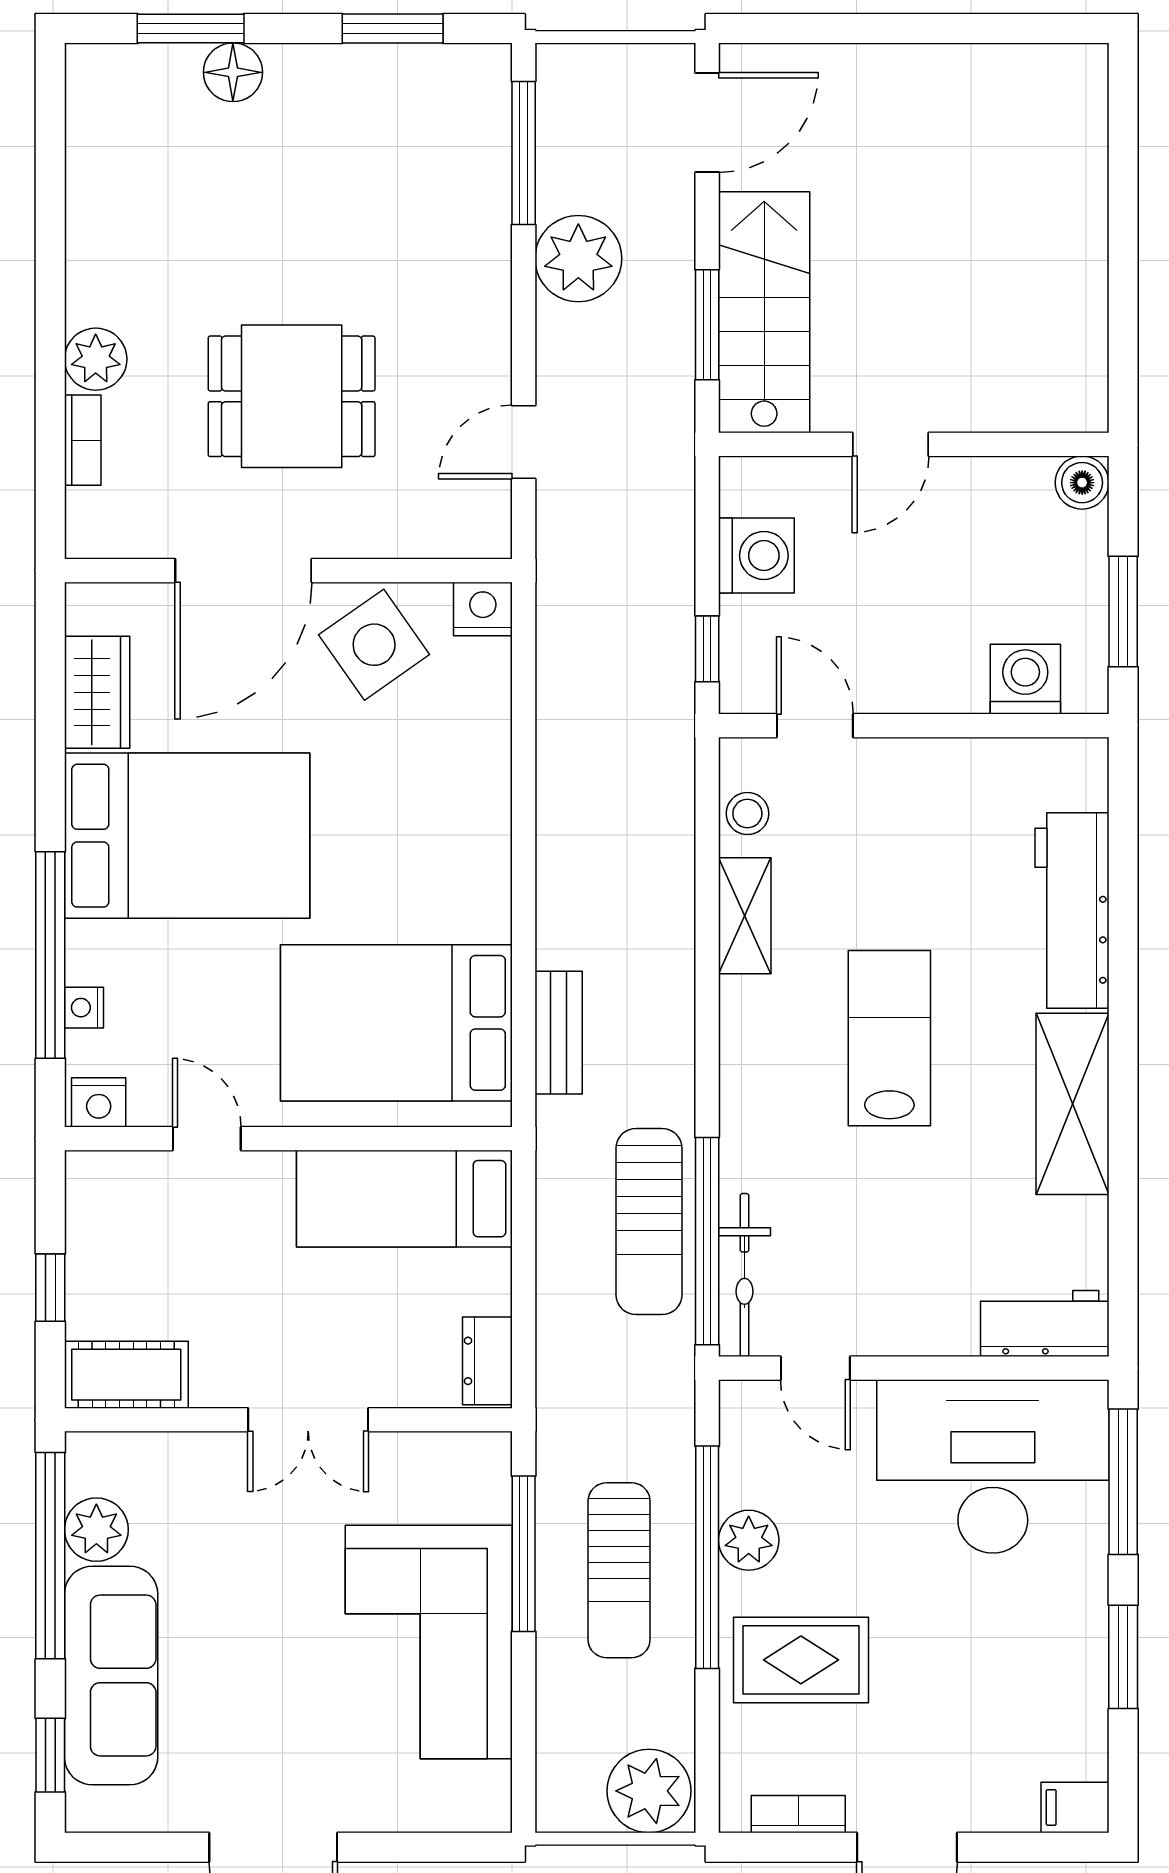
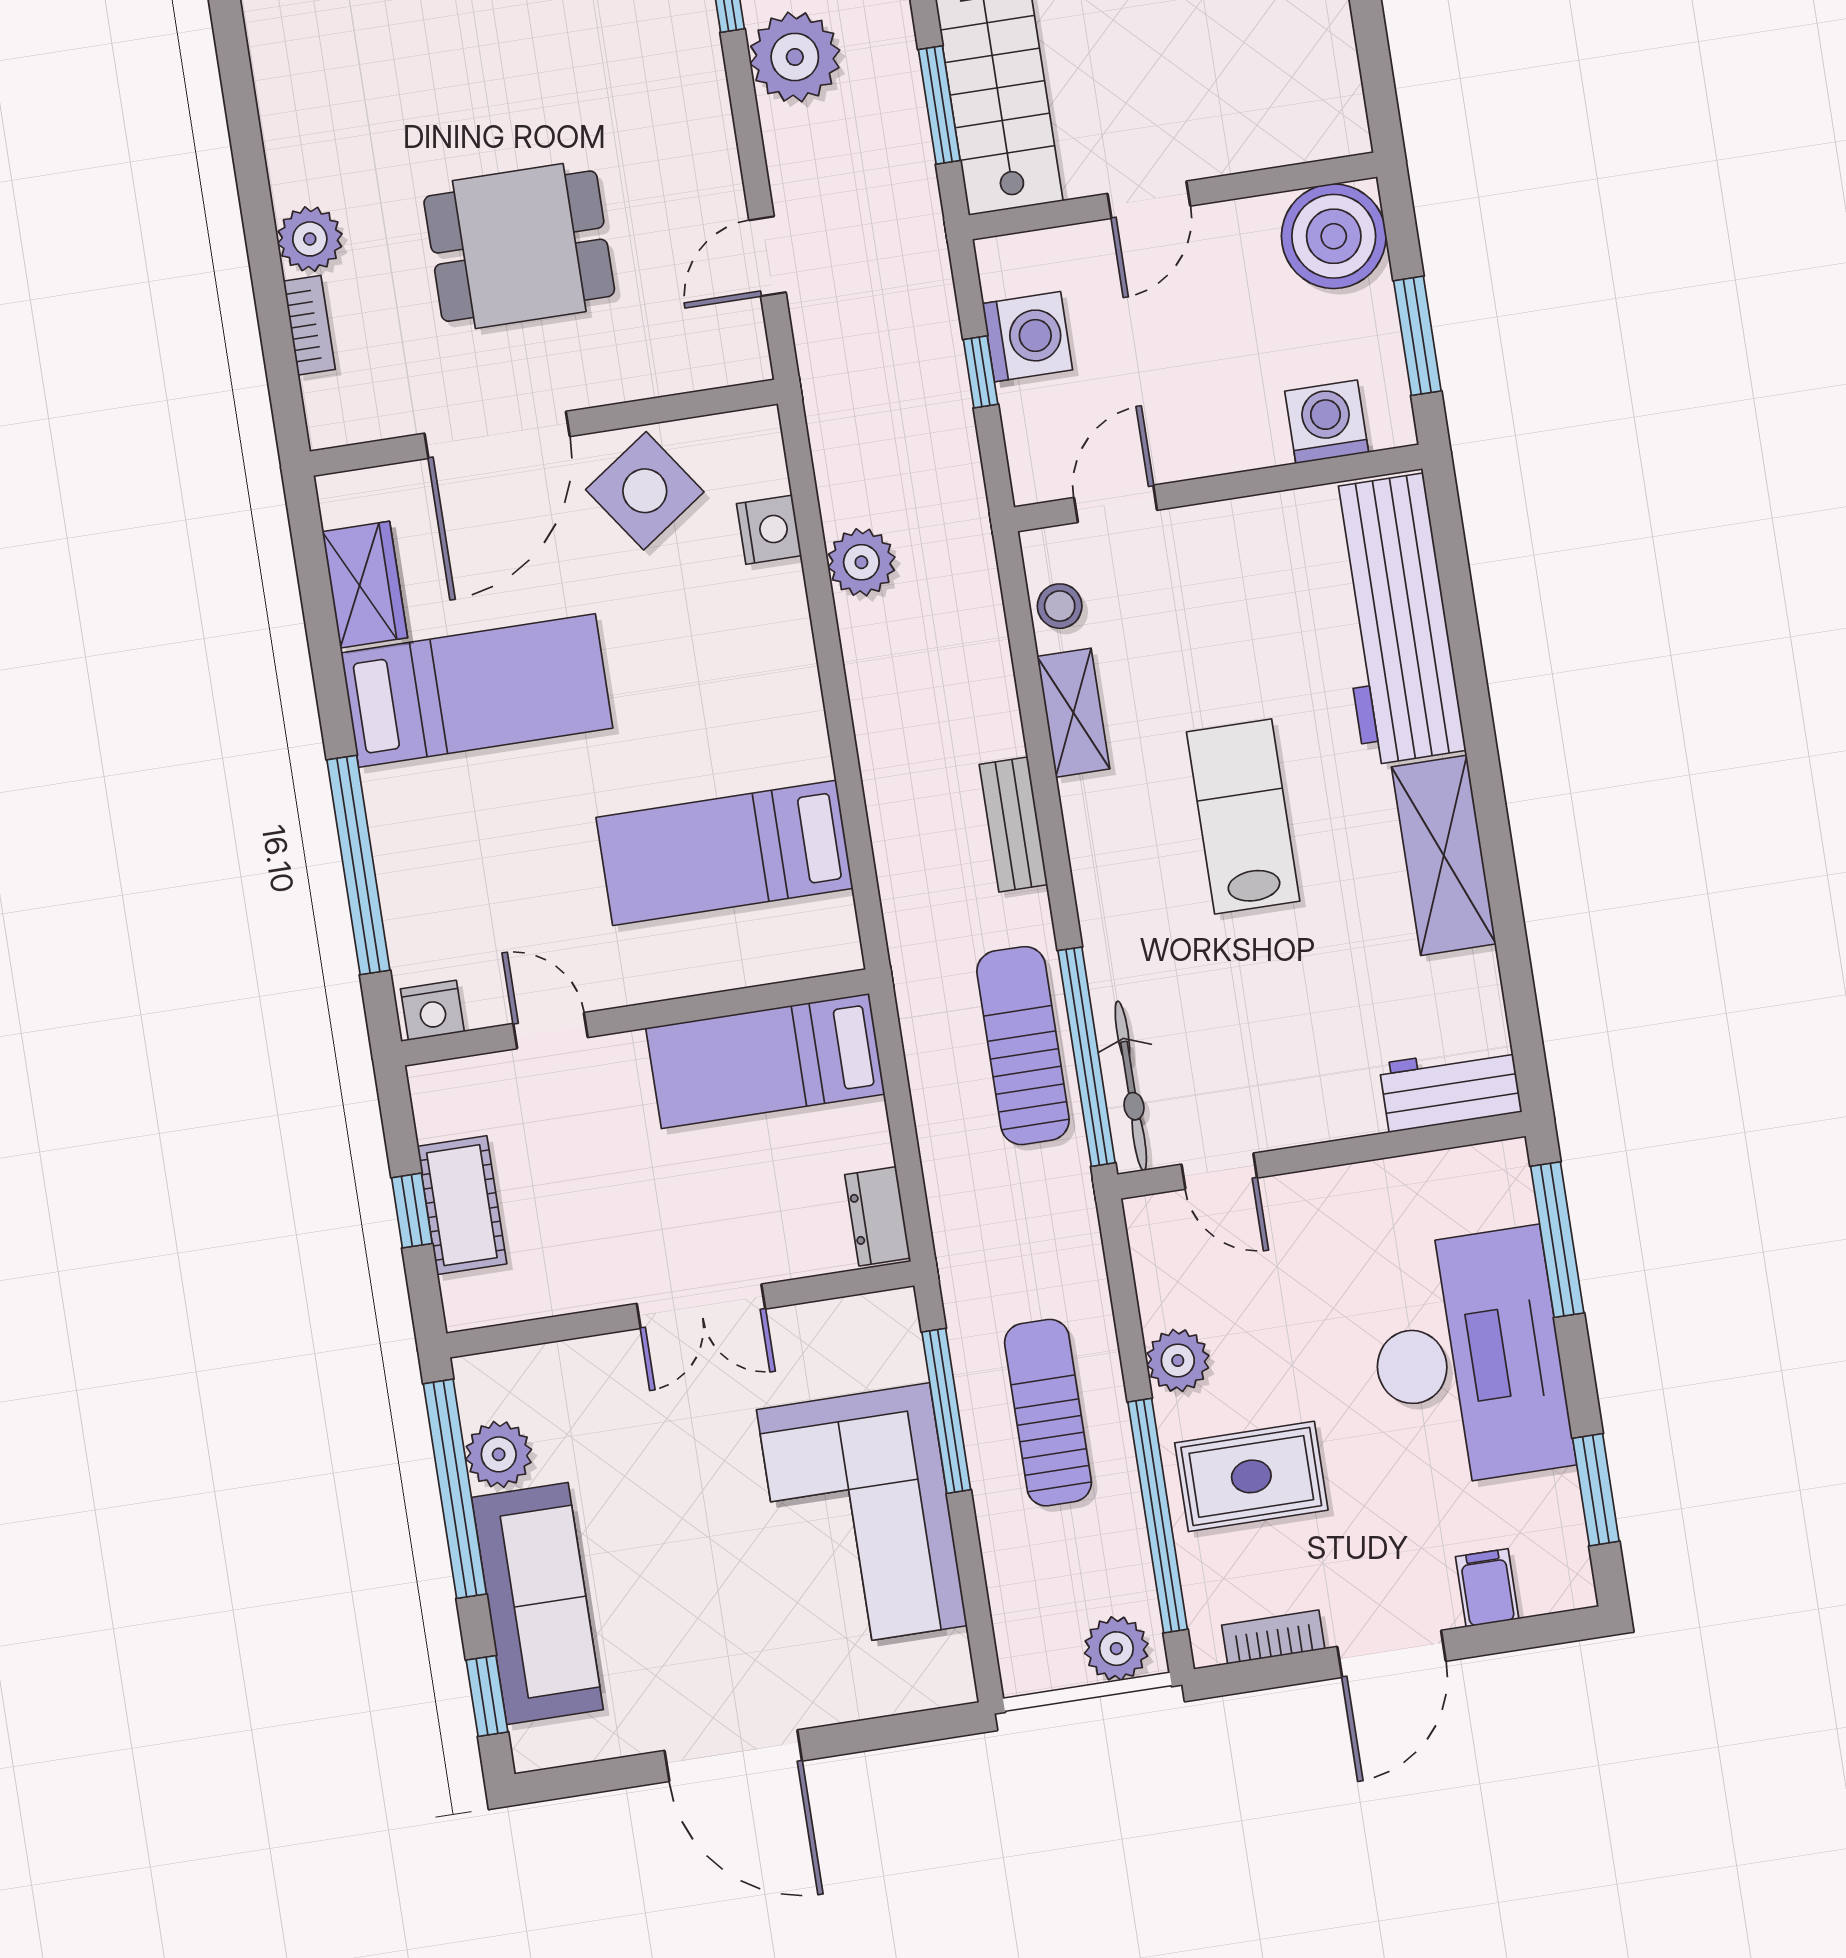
boiler: (1082, 483) -> (1334, 236), width x1.86, depth x1.86
nightstand: (483, 609) -> (769, 530), moved, turned 90
window: (707, 649) -> (981, 372), moved
door: (815, 726) -> (1116, 504), hinge flipped
plant: (567, 743) -> (861, 562), added
bed: (187, 836) -> (477, 691), width x0.67
workbench: (1072, 910) -> (1394, 619), width x1.36, depth x1.32
nightstand: (84, 1008) -> (402, 914), removed
bed: (396, 1023) -> (724, 853), width x0.67
bench: (559, 1033) -> (1013, 824), moved
sun lounger: (649, 1221) -> (1023, 1046), turned 180
cot: (126, 1375) -> (462, 1205), moved, turned 90
desk: (993, 1466) -> (1468, 1358), moved, turned 90
window: (707, 1557) -> (1158, 1516), moved
sun lounger: (619, 1570) -> (1048, 1413), turned 180
window: (1123, 1657) -> (1596, 1490), moved
plant: (649, 1791) -> (1116, 1649), width x0.73, depth x0.73
filing cabinet: (1075, 1807) -> (1487, 1588), moved, turned 90

